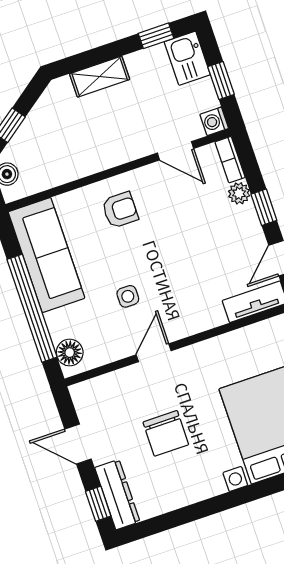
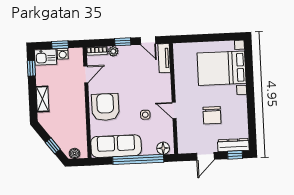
washing machine: (214, 121) -> (63, 54), moved
armchair: (120, 210) -> (105, 107), width x1.88, depth x1.88
chair: (166, 433) -> (212, 115), turned 90

